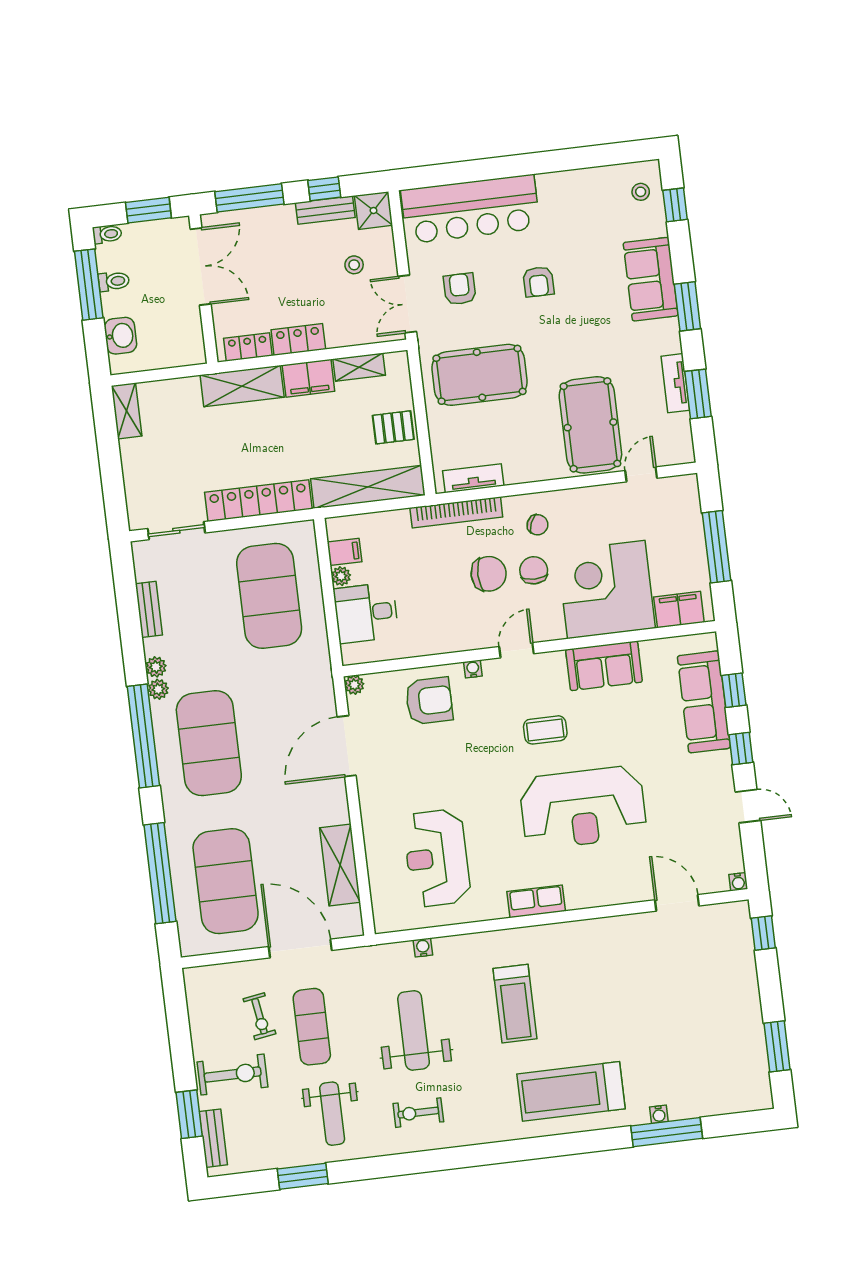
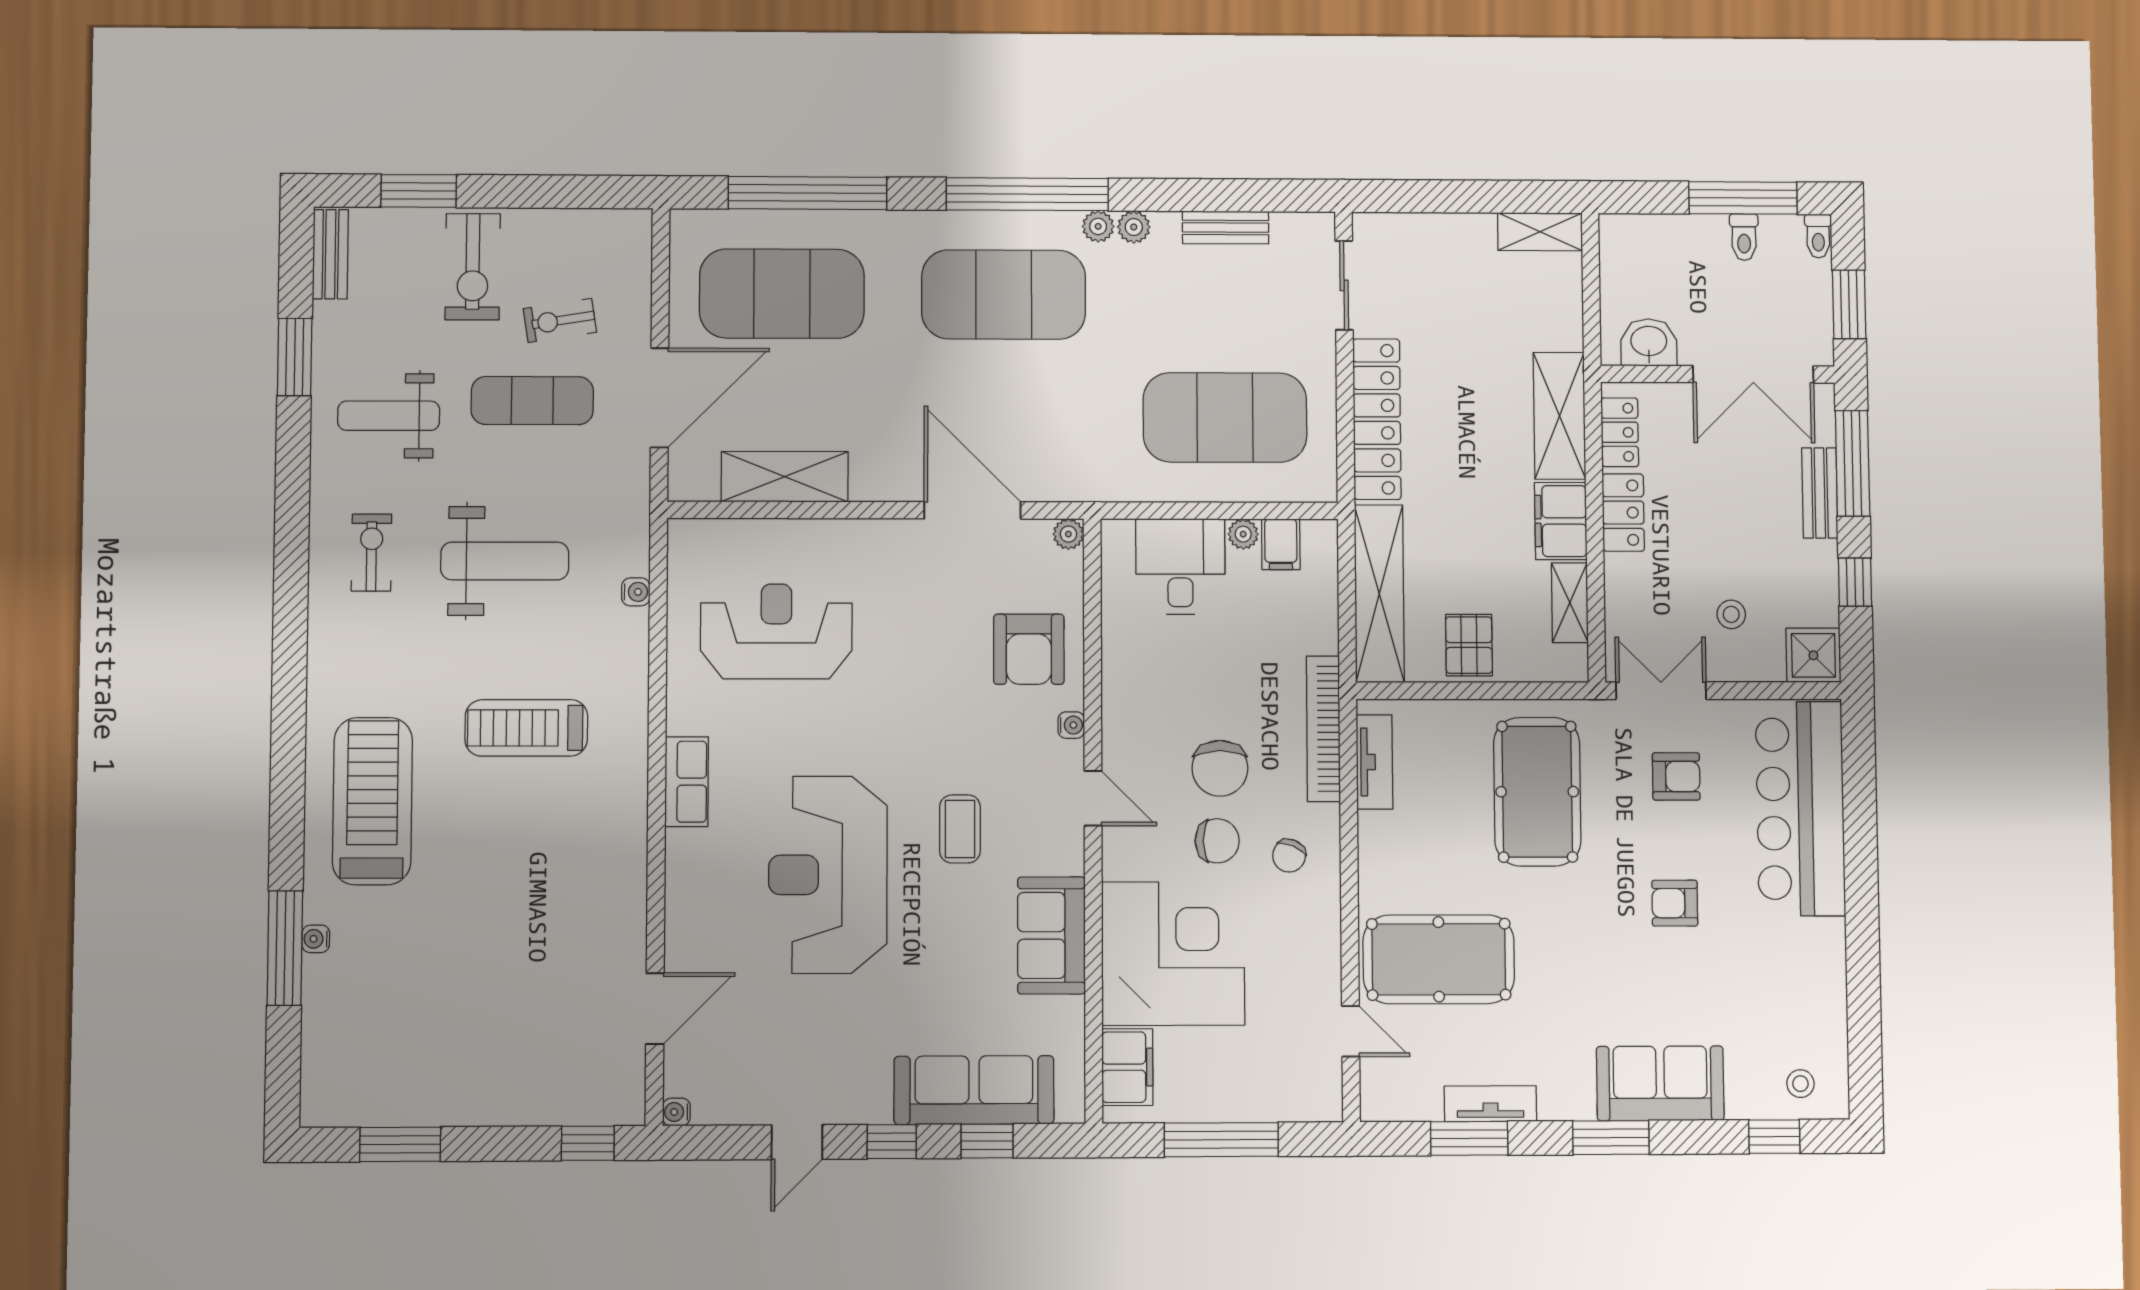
bench: (325, 210) -> (1820, 493), moved
washbasin: (120, 336) -> (1649, 342), moved, turned 180
bench: (213, 1138) -> (330, 254), moved, turned 90

